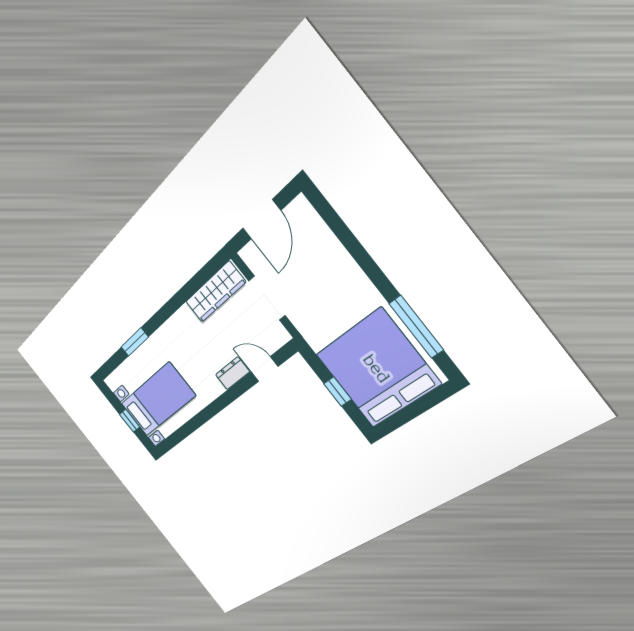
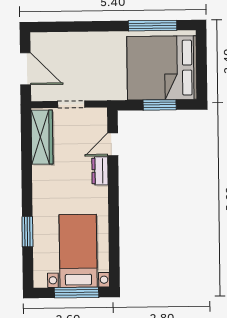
doorway: (267, 298) -> (71, 104), width x0.73
window: (338, 392) -> (160, 105), width x1.50
window: (130, 421) -> (77, 292), width x2.17

